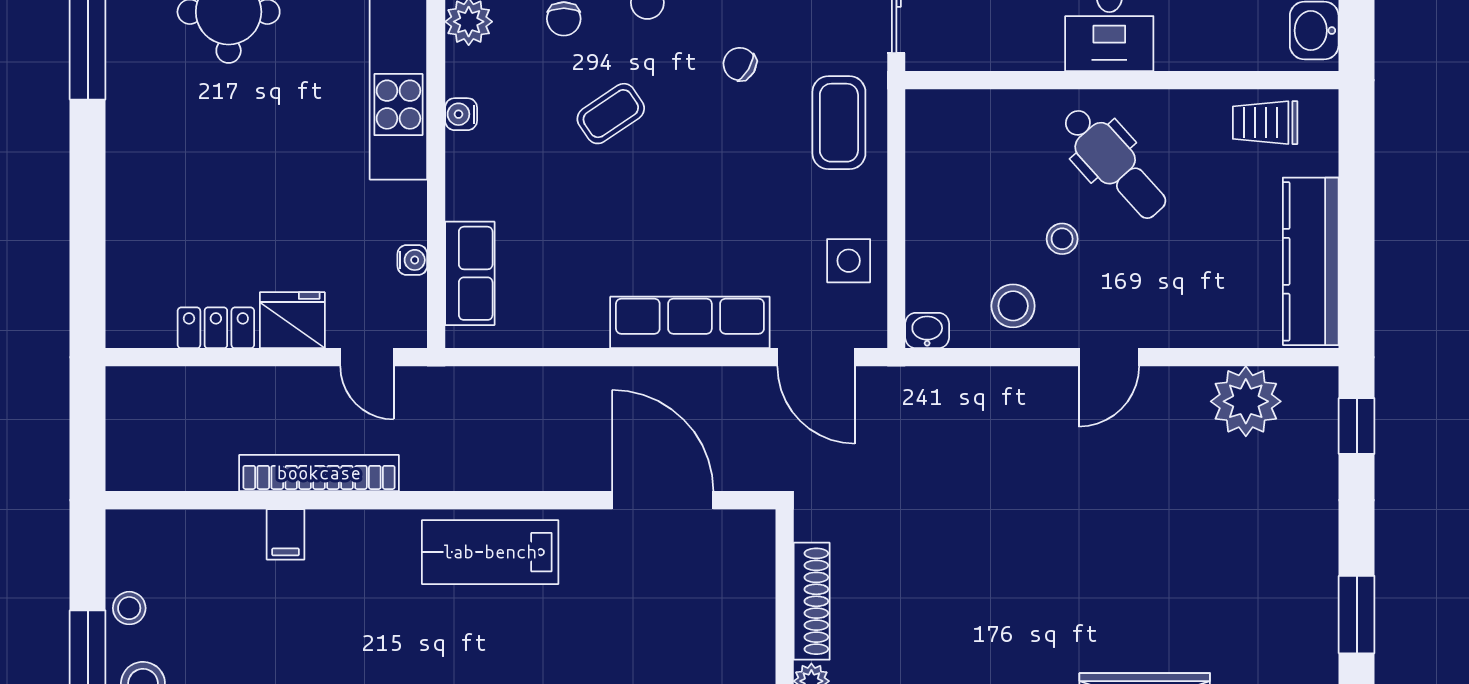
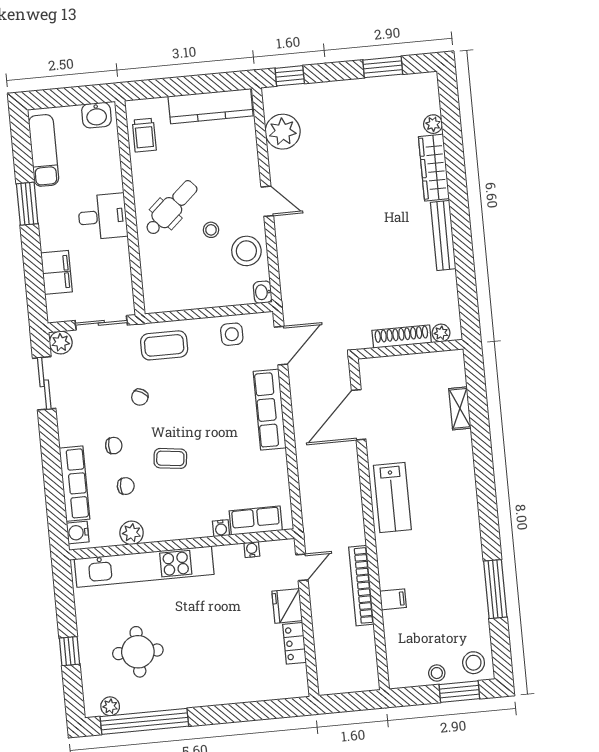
water cooler: (461, 114) -> (221, 528), moved
coffee table: (611, 114) -> (170, 458), turned -49
stool: (1013, 306) -> (246, 251), width x1.38, depth x1.38

